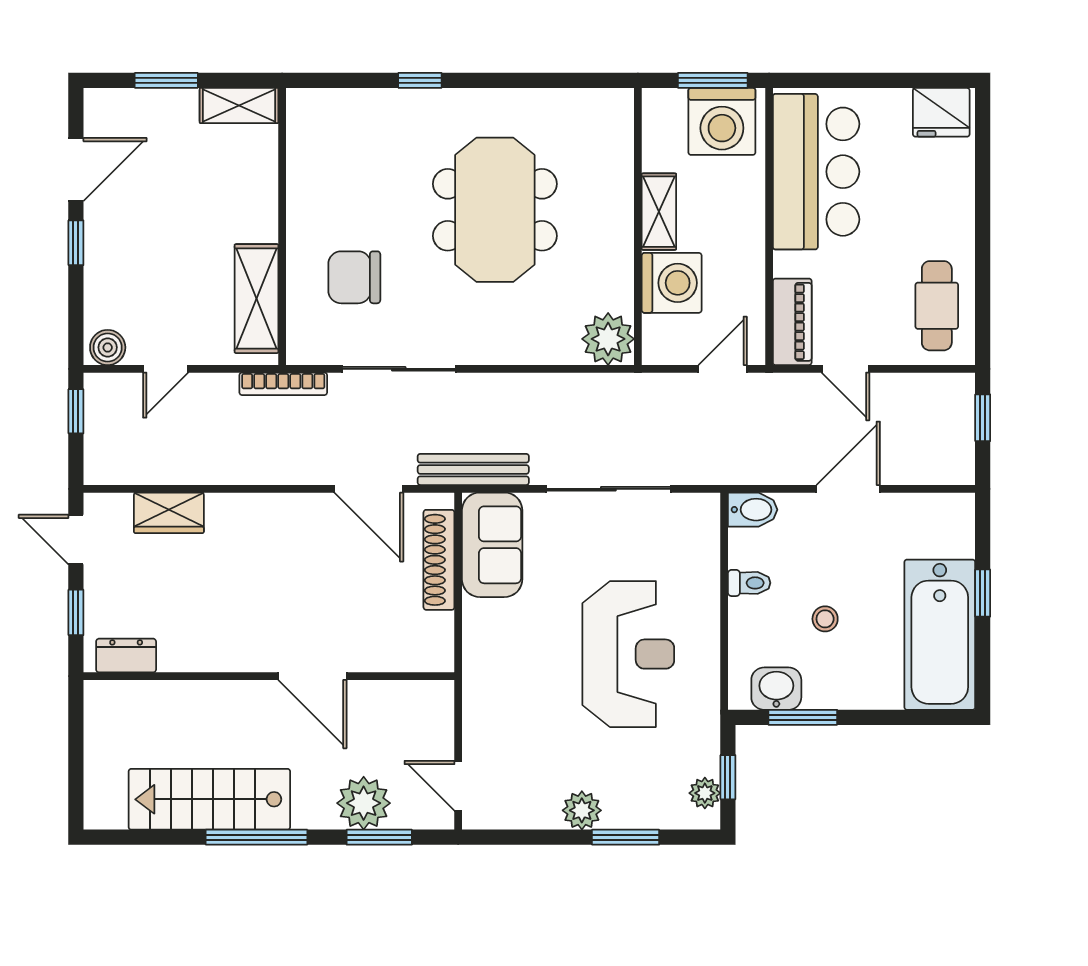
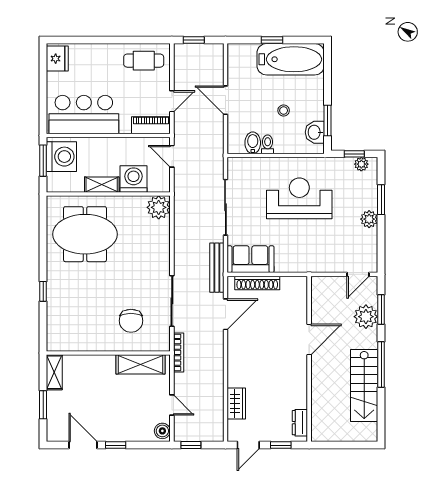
meeting table: (495, 210) -> (85, 234), moved
bidet: (753, 510) -> (253, 143), moved

